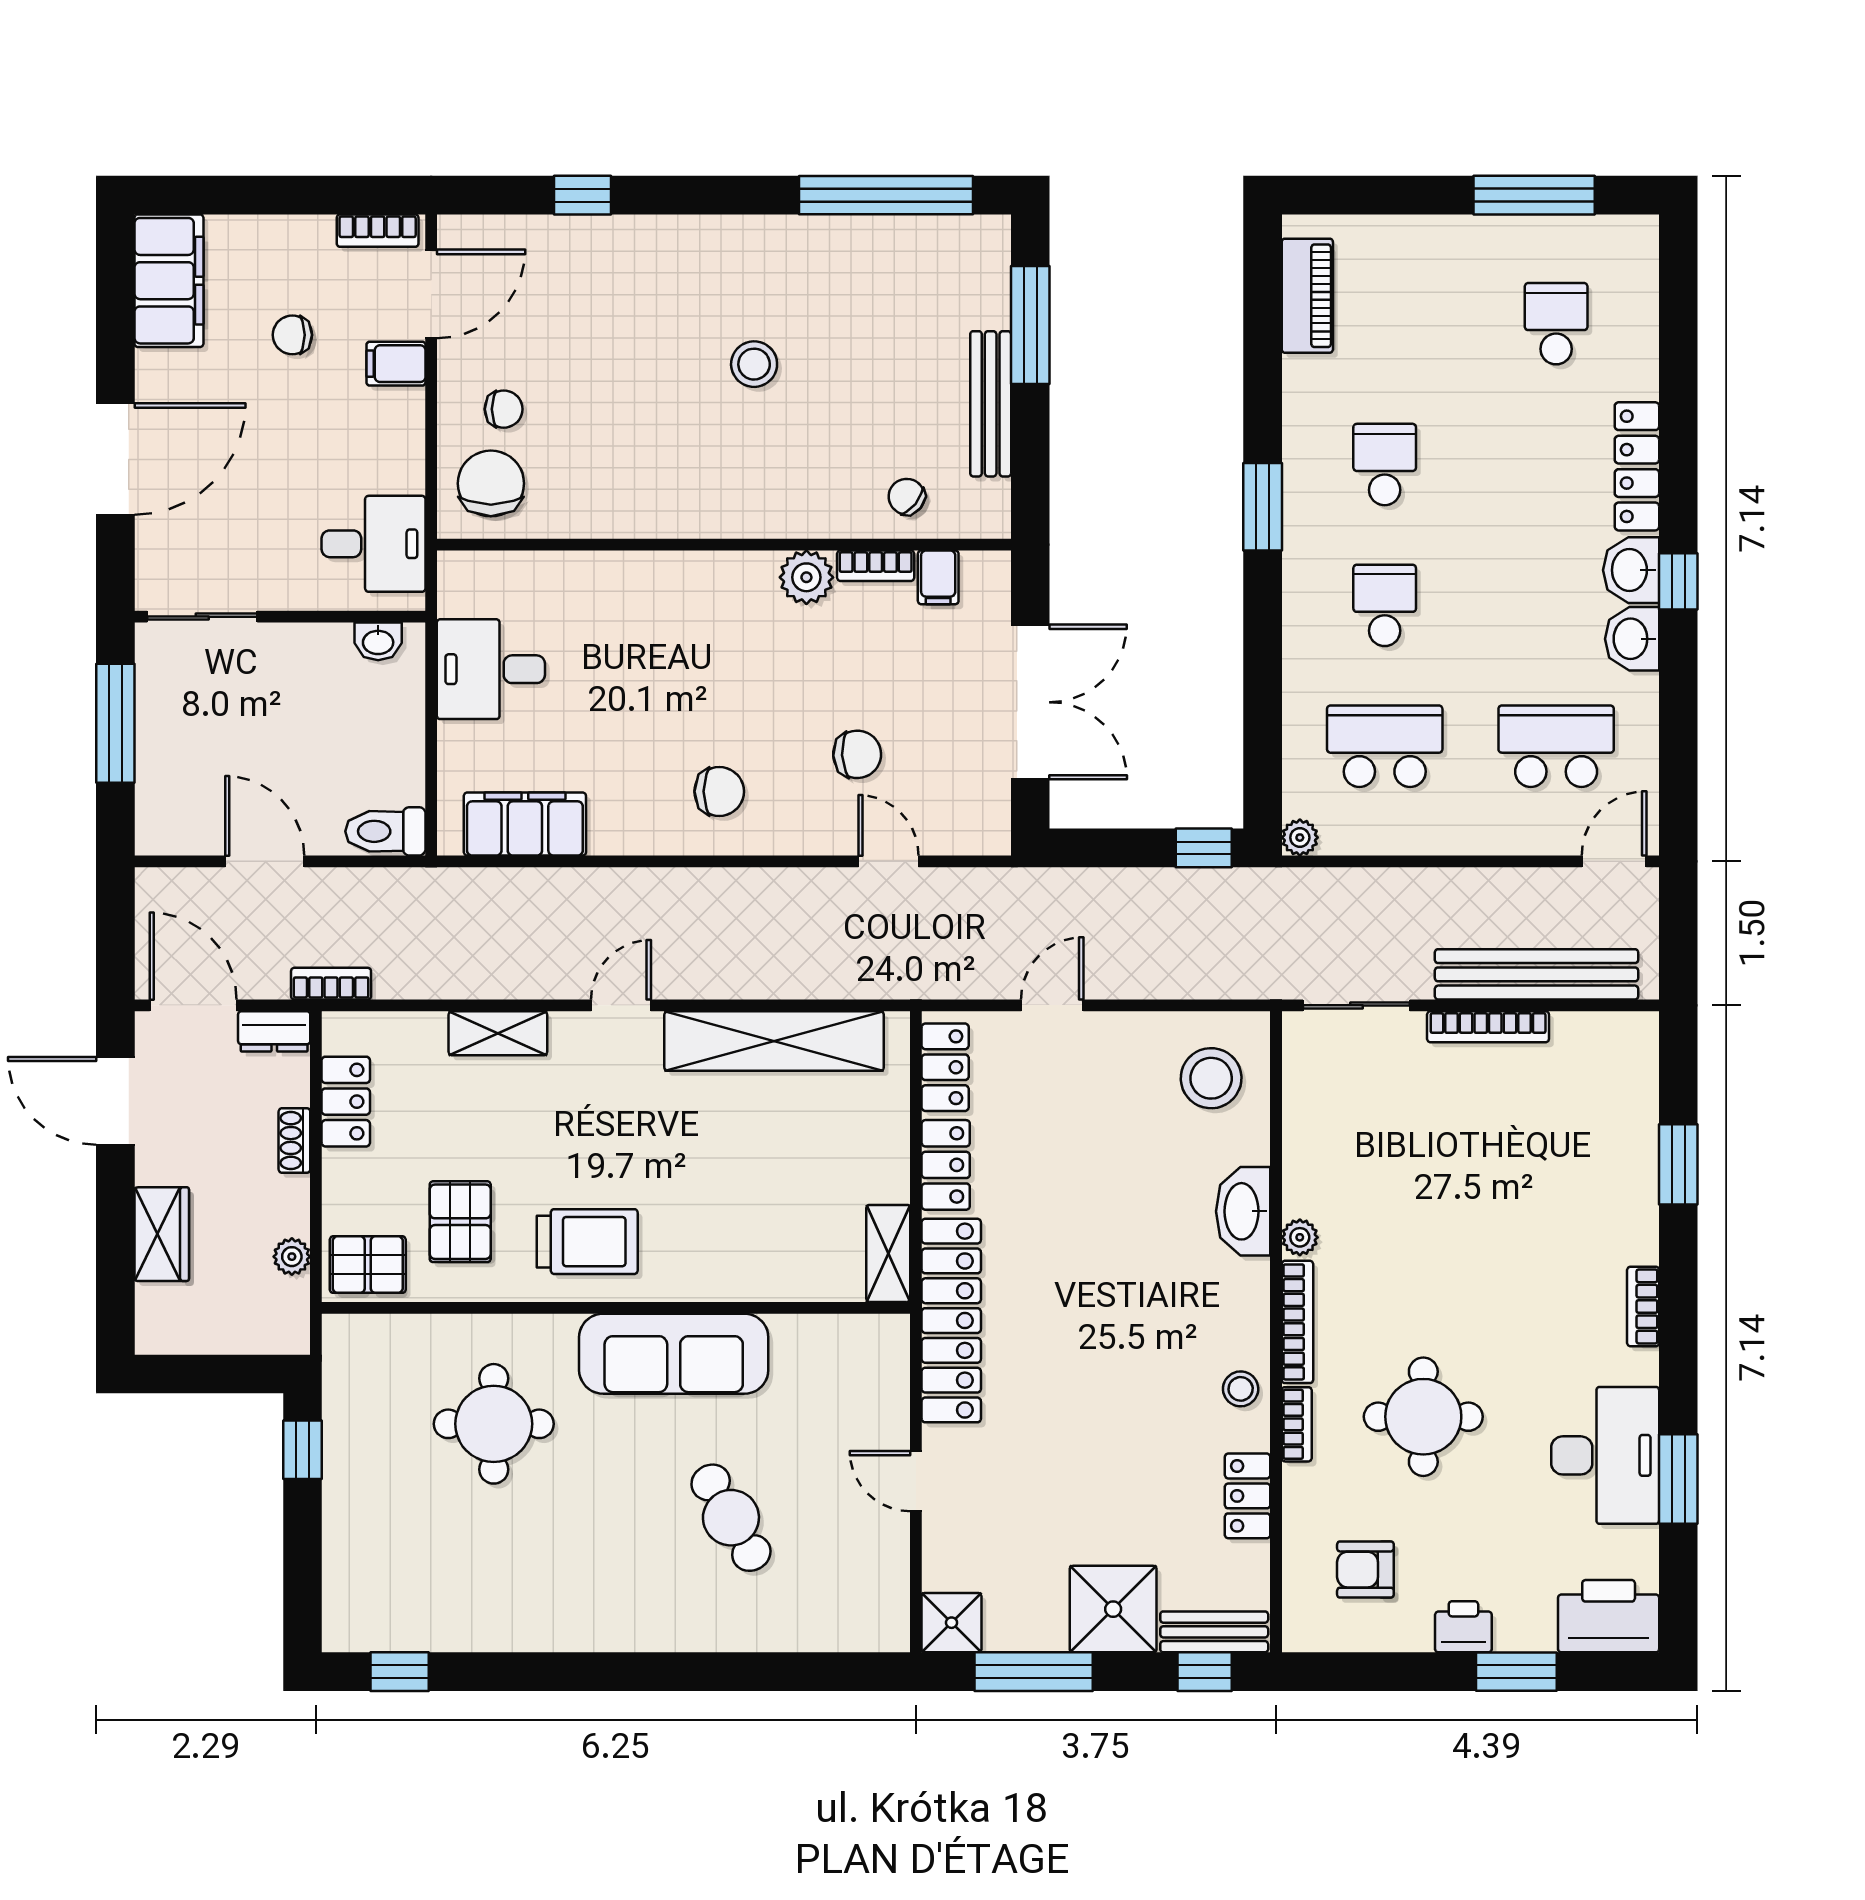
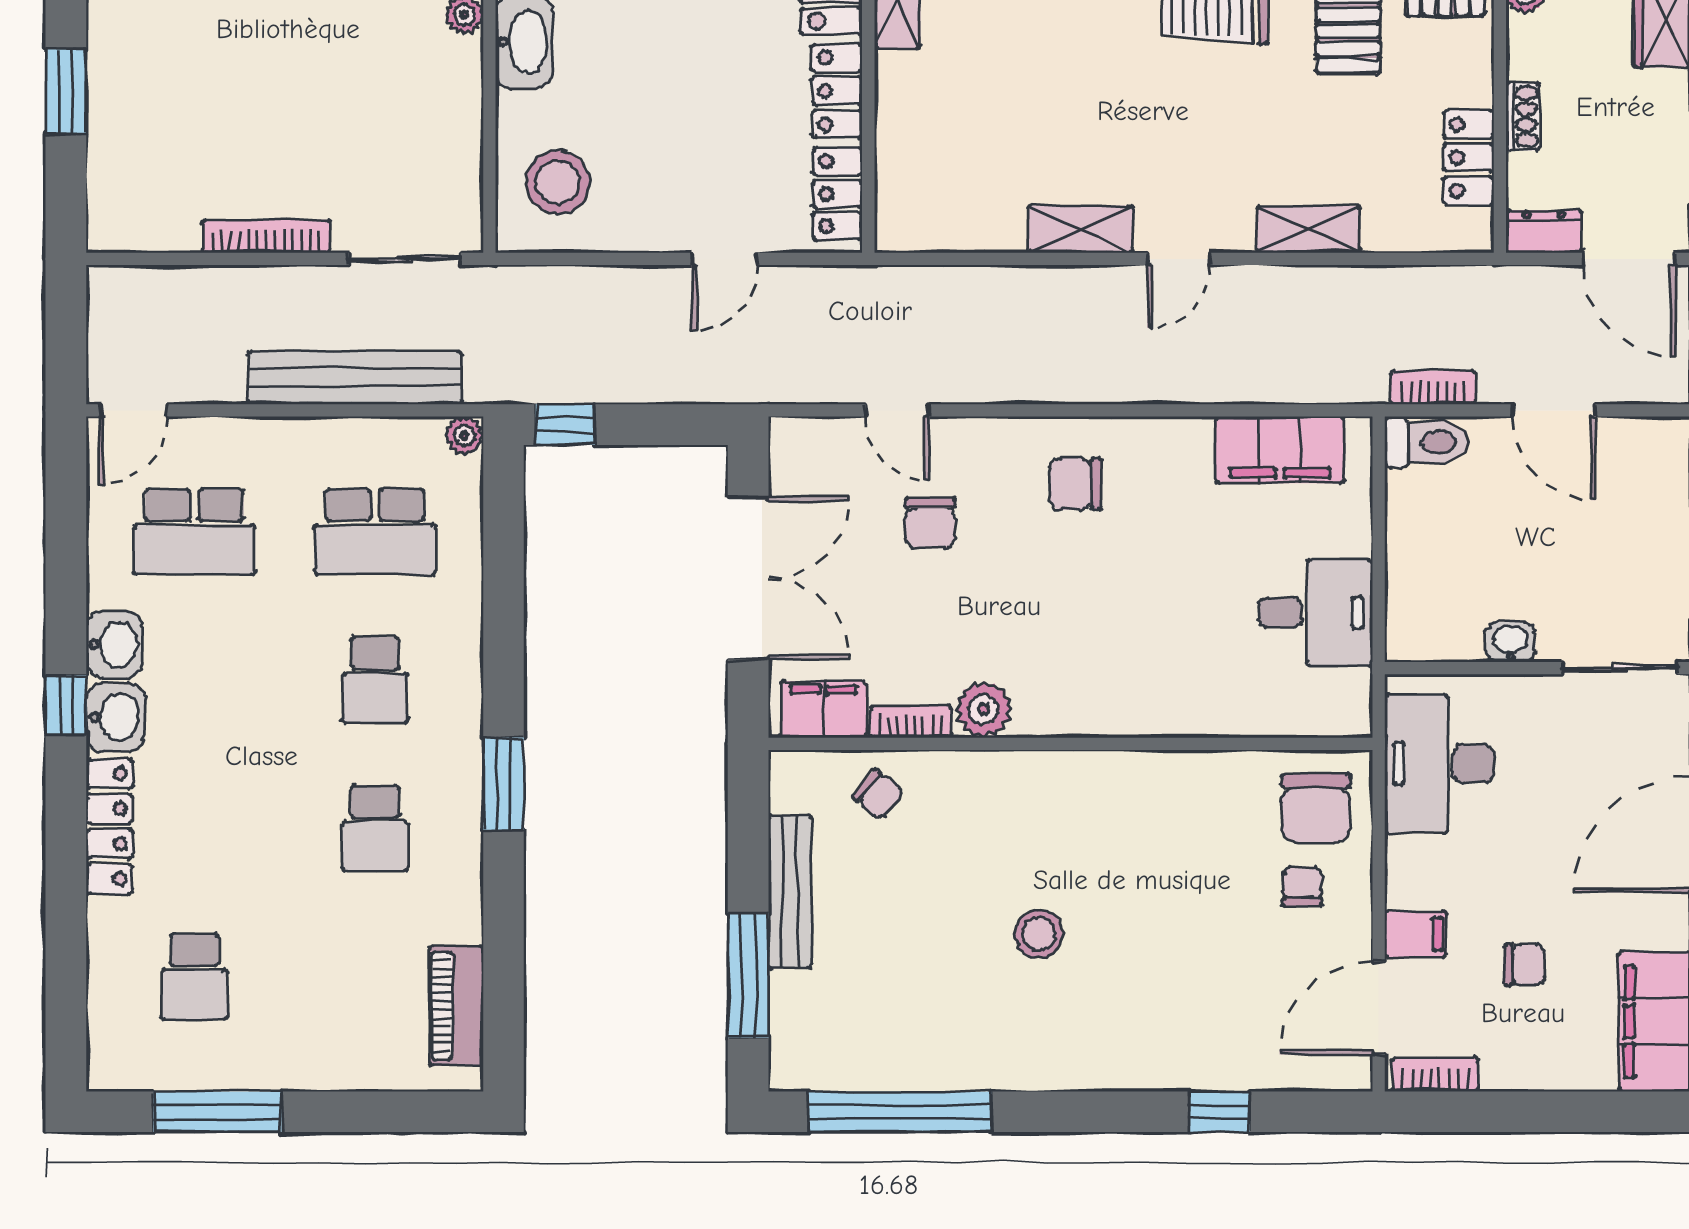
chair: (504, 409) -> (1302, 887), turned 90
desk: (374, 544) -> (1439, 764), width x1.37
filing cabinet: (938, 577) -> (824, 709), width x2.00
washbasin: (378, 641) -> (1511, 642), moved
double door: (1030, 702) -> (748, 578), swing flipped
chair: (857, 754) -> (930, 523), turned -87
bench: (1537, 974) -> (355, 378), moved
bookcase: (331, 984) -> (1433, 388), moved, turned 180
shelving: (774, 1041) -> (1081, 229), width x0.45, depth x0.75

